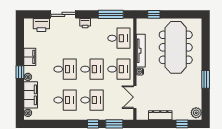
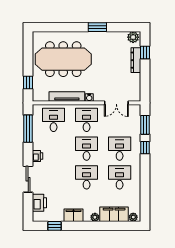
window: (20, 72) -> (54, 226), moved
dresser: (160, 115) -> (136, 60), moved

